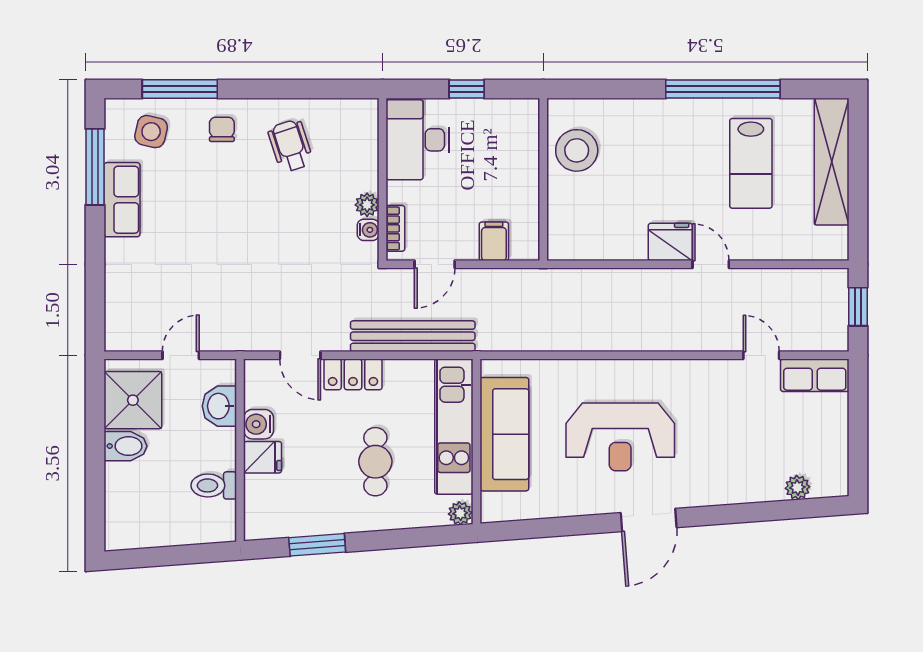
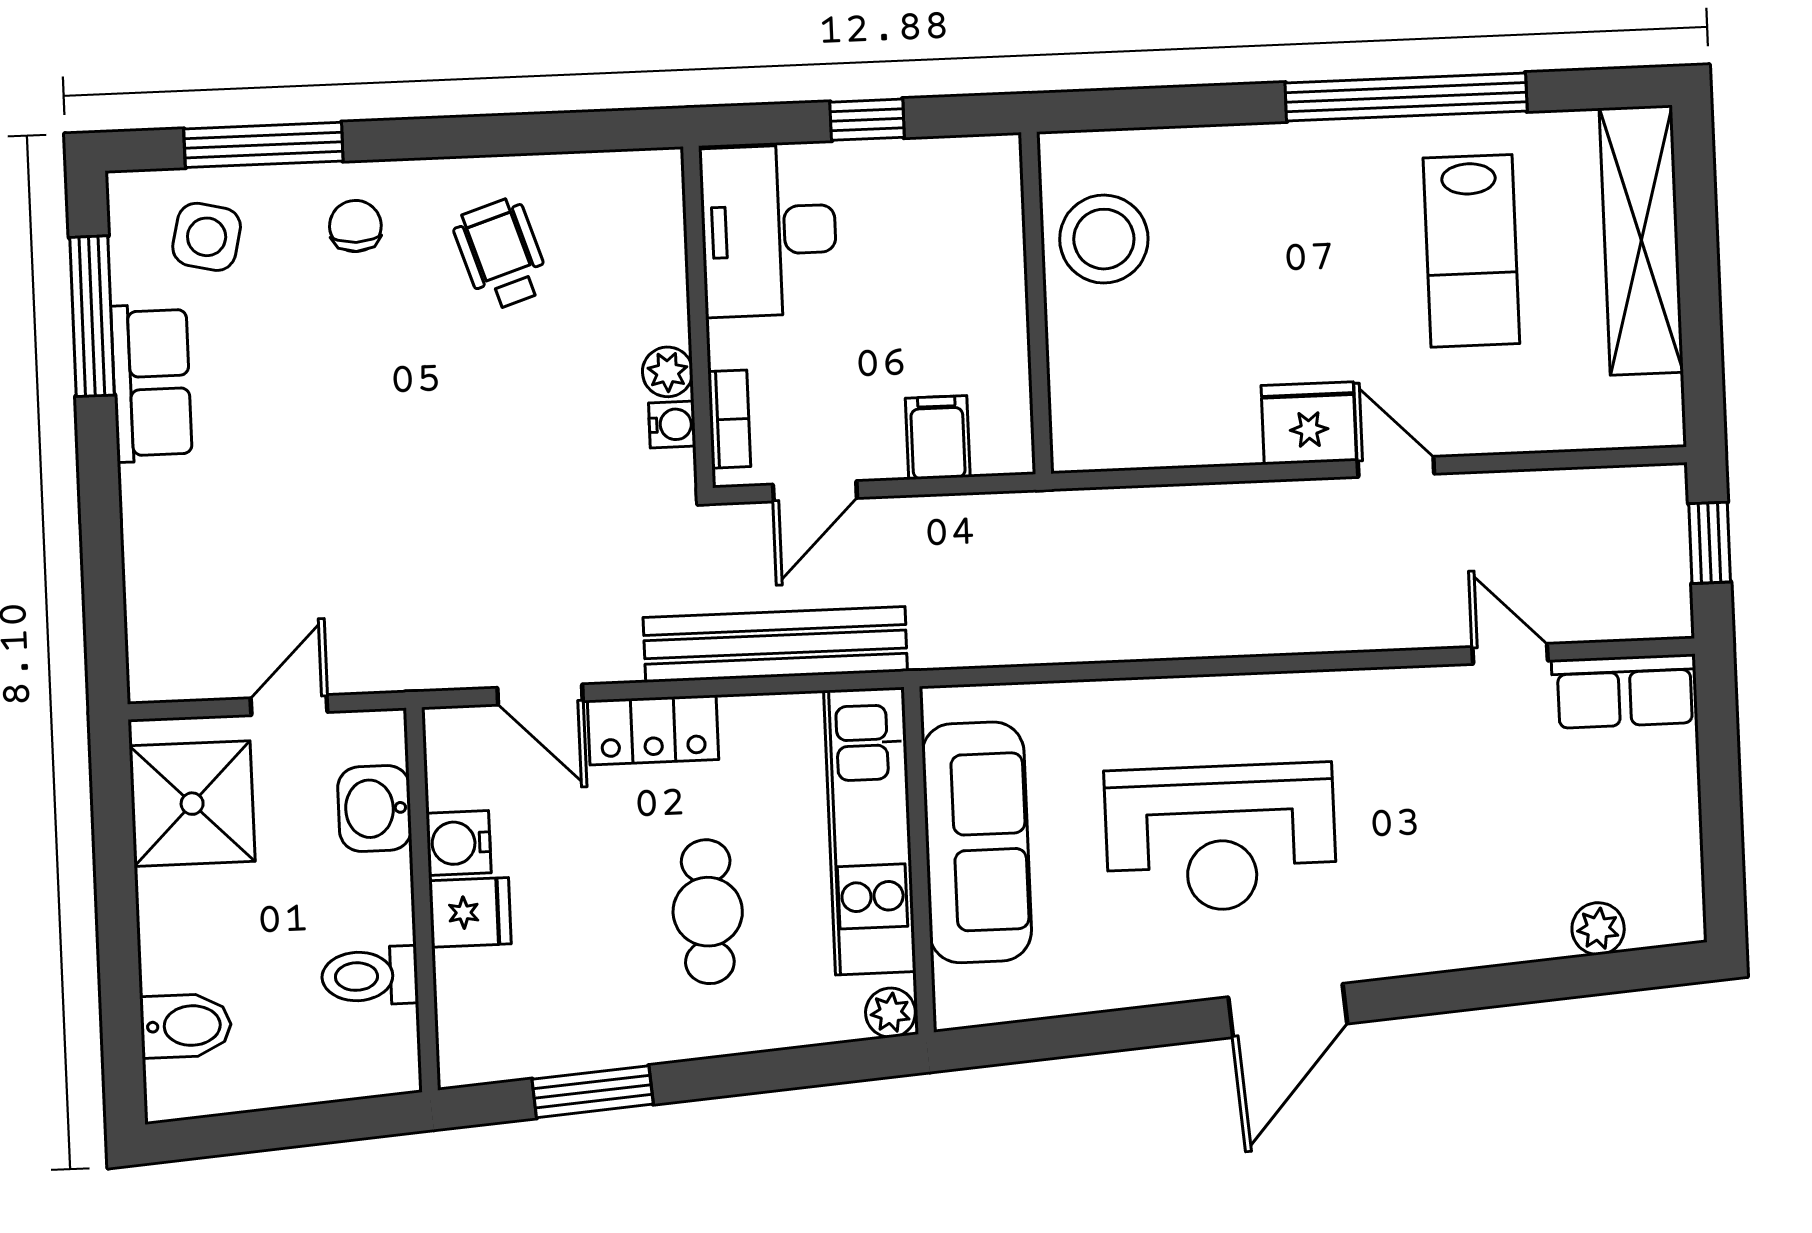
bidet: (126, 446) -> (186, 1026), moved

